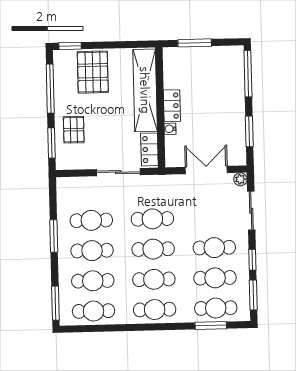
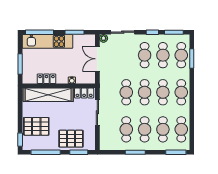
kitchen unit: (233, 87) -> (47, 41), added
locker: (172, 106) -> (46, 79), moved
pallet: (74, 130) -> (71, 139), width x1.50, depth x1.42

